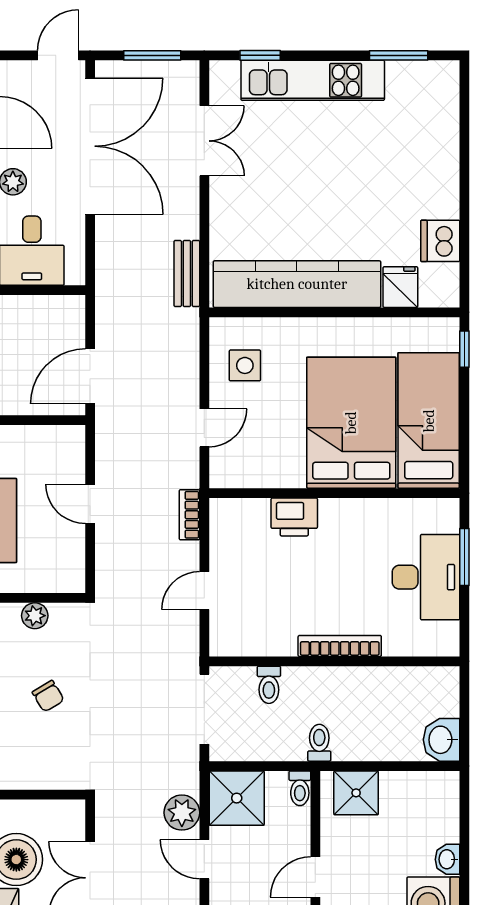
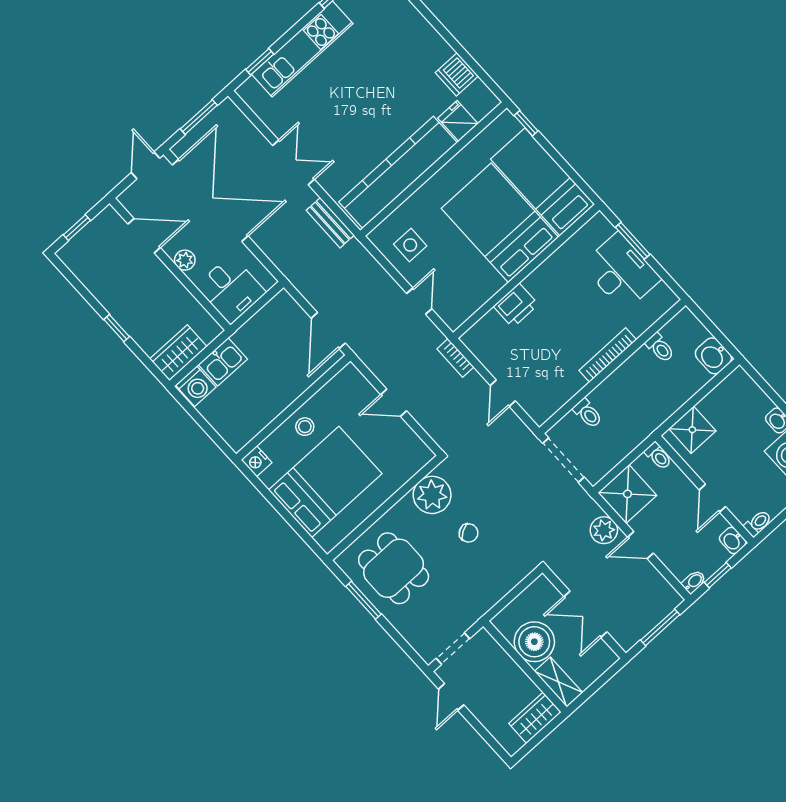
double door: (204, 141) -> (293, 162), moved
plant: (35, 616) -> (432, 495), width x1.88, depth x1.88
toilet: (319, 743) -> (660, 348), moved, turned 180

